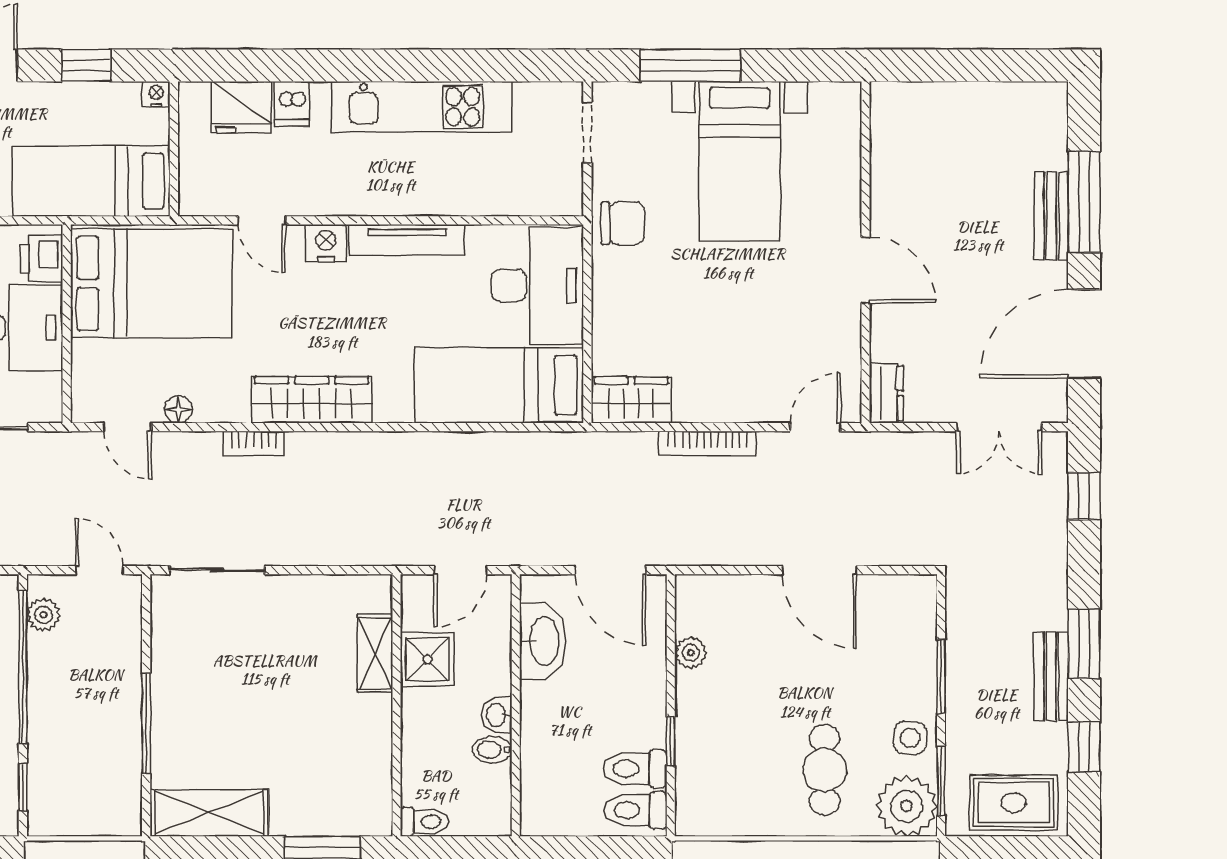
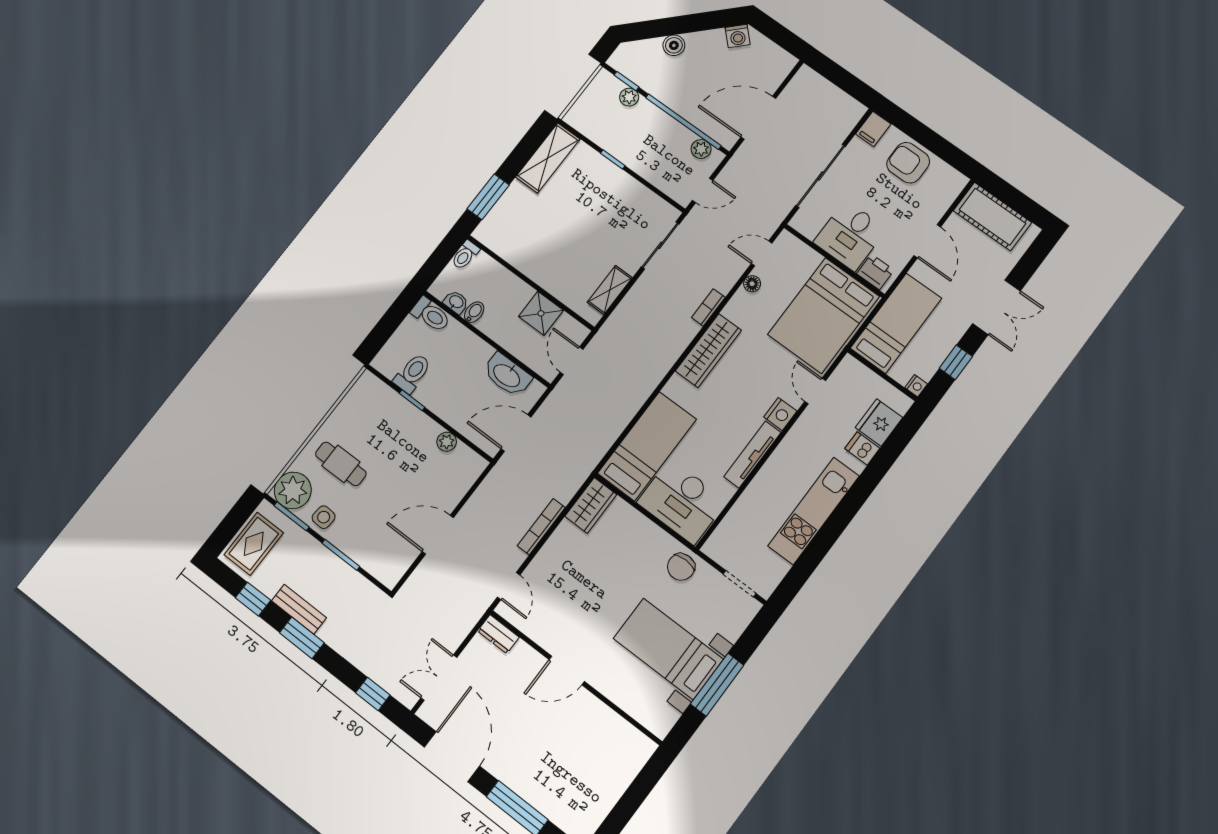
window: (690, 65) -> (717, 685), moved
bench: (1051, 216) -> (522, 786), removed
door: (262, 220) -> (815, 391), hinge flipped
shelving: (375, 653) -> (610, 290), moved, turned 90
washbasin: (497, 715) -> (456, 302), moved
window: (146, 723) -> (613, 159), width x0.46
plant: (43, 767) -> (629, 97), added
toilet: (636, 810) -> (431, 315), moved, turned 90

